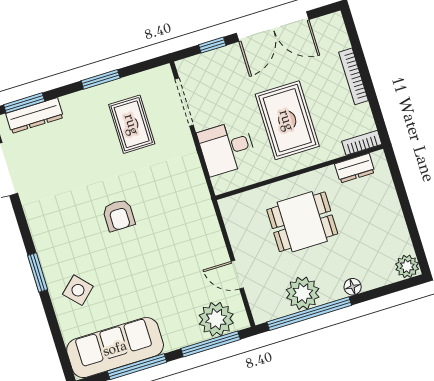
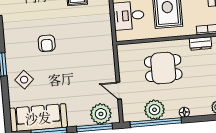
armchair: (119, 215) -> (47, 43), moved

